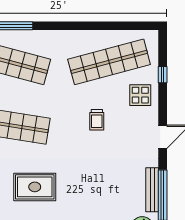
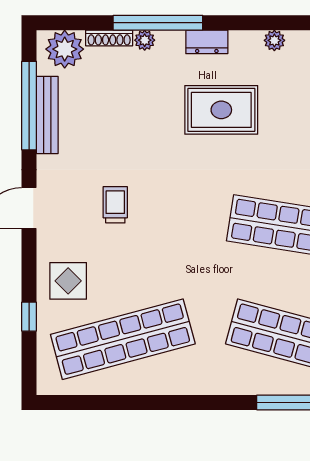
trolley: (97, 120) -> (115, 205), moved
rug: (35, 187) -> (221, 110), moved

